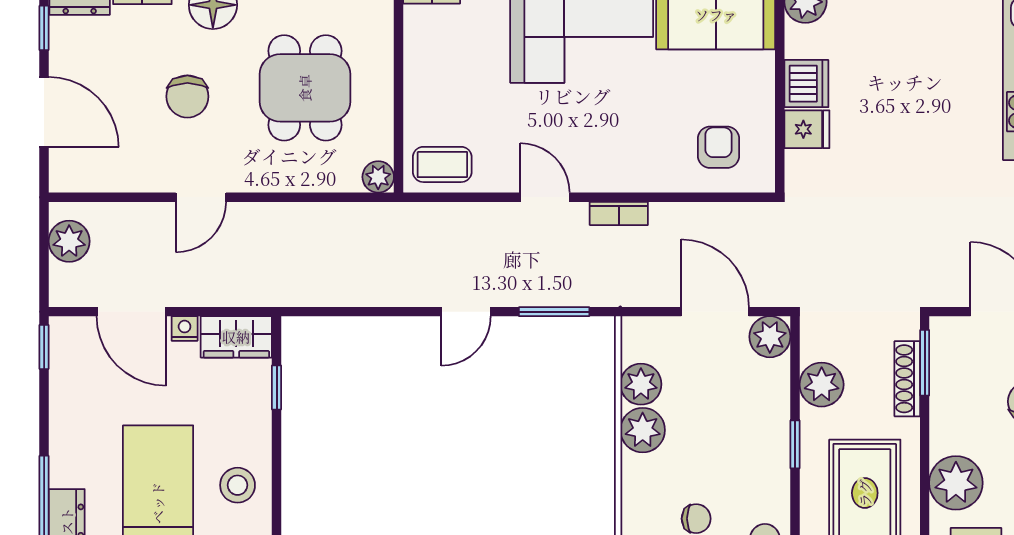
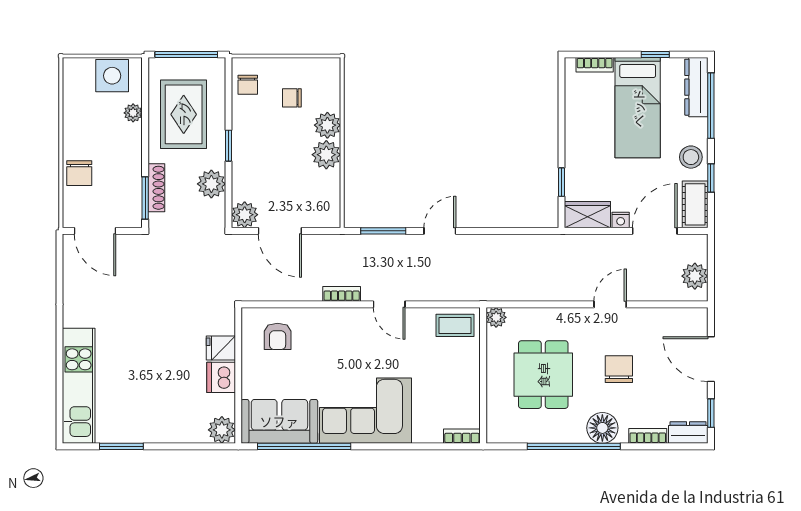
door: (131, 312) -> (655, 231), hinge flipped
window: (44, 347) -> (711, 178), moved
cot: (68, 353) -> (695, 204), added
plant: (641, 384) -> (327, 125), moved
plant: (956, 483) -> (133, 113), width x0.53, depth x0.53
stool: (238, 485) -> (691, 157), moved

